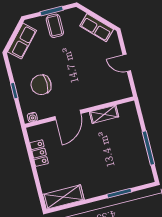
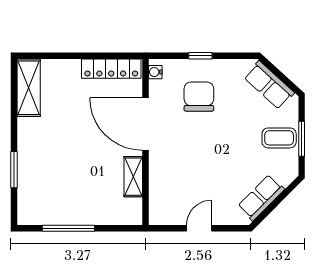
door: (68, 115) -> (145, 124), width x1.36
locker: (39, 153) -> (111, 69), width x1.53

